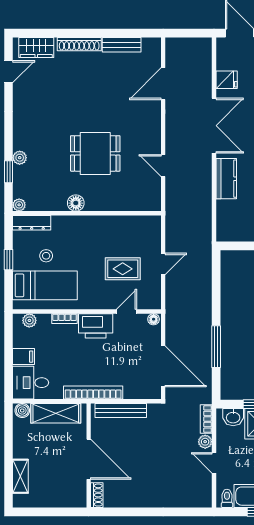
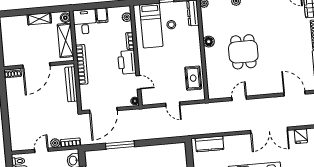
kitchen counter: (226, 179) -> (209, 144), moved
rug: (123, 269) -> (193, 78), moved
shelving: (20, 476) -> (39, 19), moved

